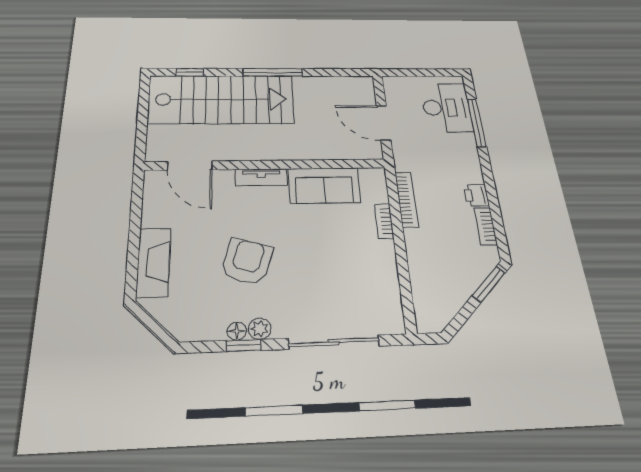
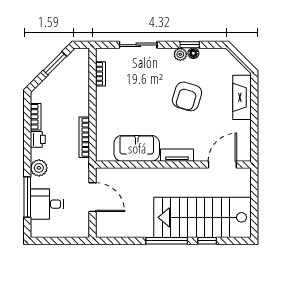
window: (190, 72) -> (207, 241), moved
desk: (446, 108) -> (47, 204), width x0.73
plant: (467, 158) -> (39, 168), added
door: (190, 166) -> (222, 165), hinge flipped
bookcase: (384, 221) -> (101, 74), moved
window: (489, 284) -> (55, 63), moved
sliding door: (334, 342) -> (138, 45), width x0.73

